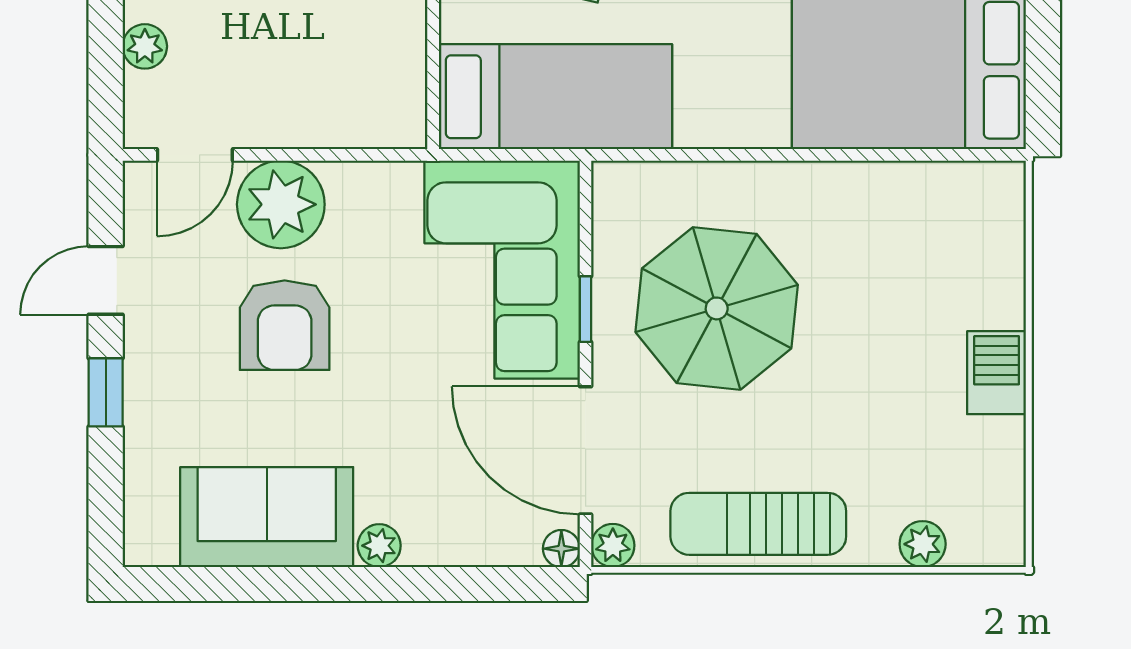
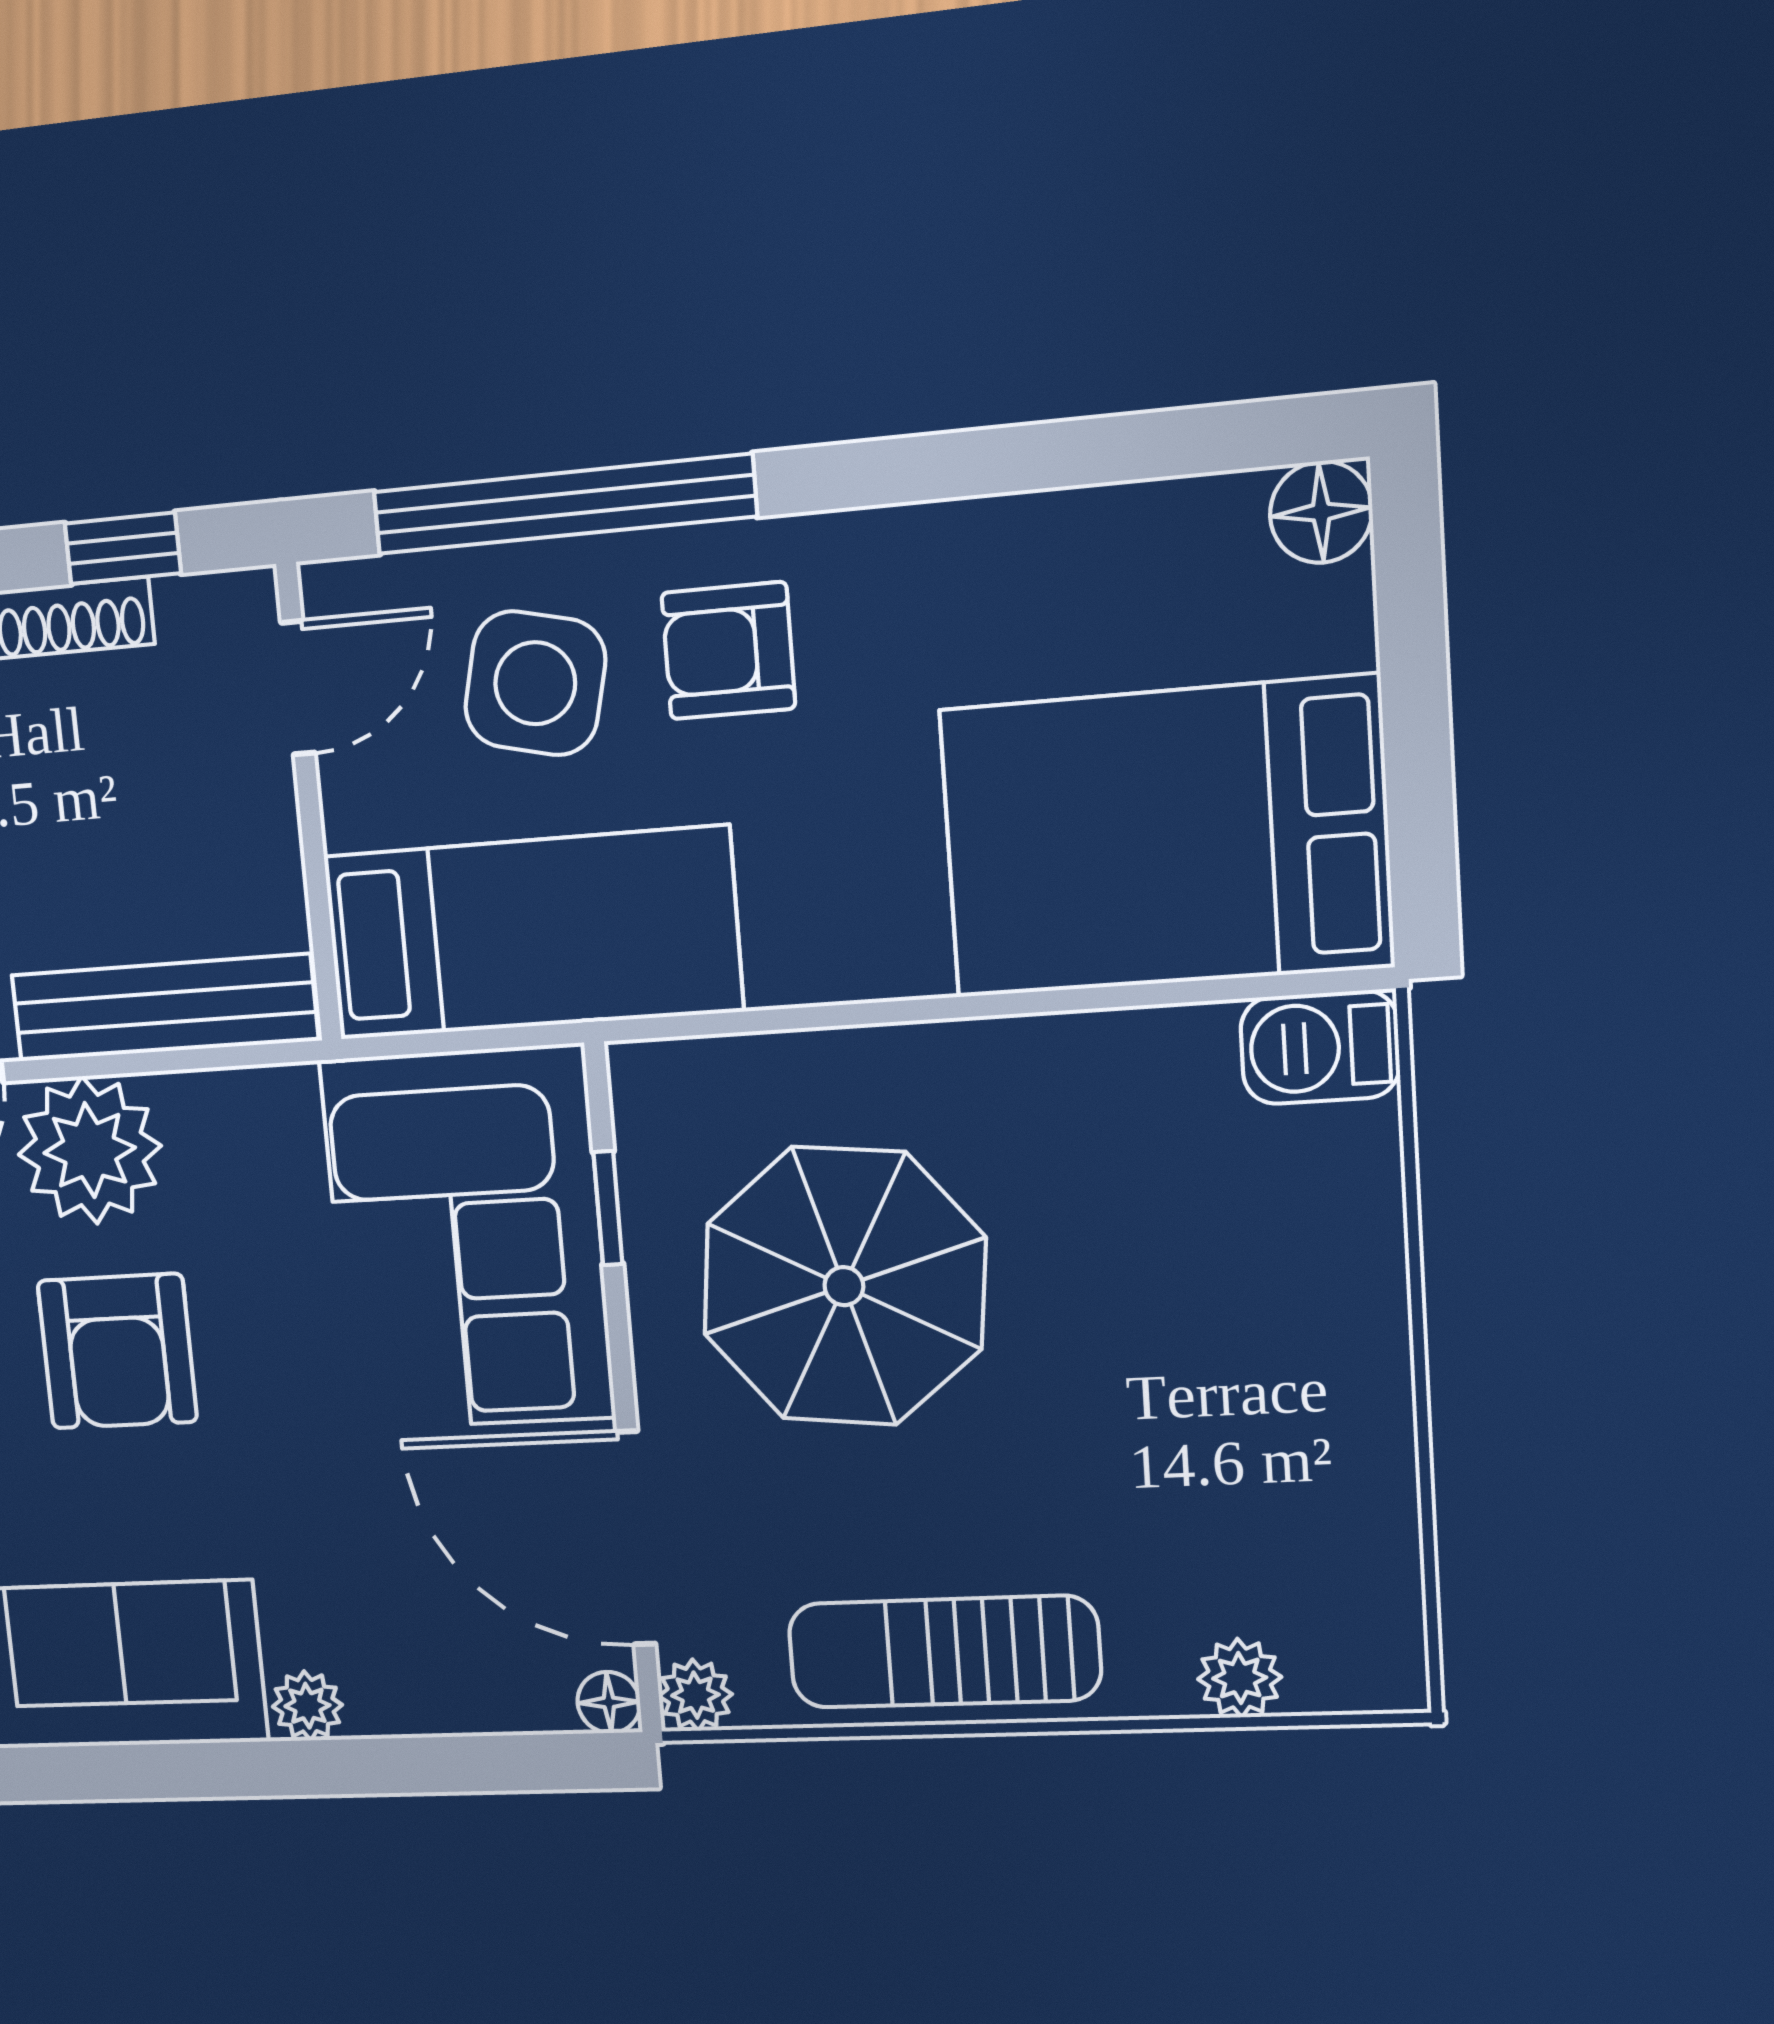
bench: (335, 124) -> (164, 1008), added
window: (586, 309) -> (608, 1208), moved
barbecue: (997, 373) -> (1320, 1047), moved, turned -90

